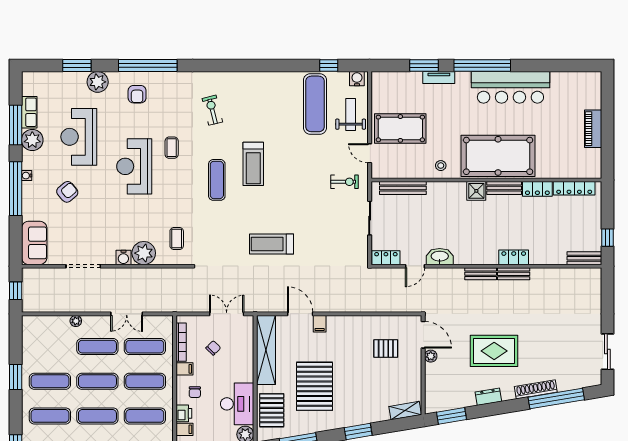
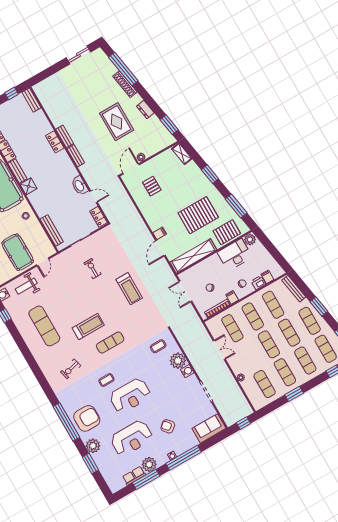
armchair: (137, 94) -> (87, 418), width x1.88, depth x1.88
exercise mat: (315, 104) -> (44, 326), moved, turned 90
exercise bike: (344, 182) -> (92, 268), moved
exercise mat: (97, 347) -> (265, 384), moved

